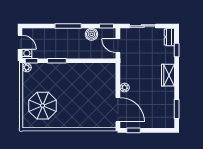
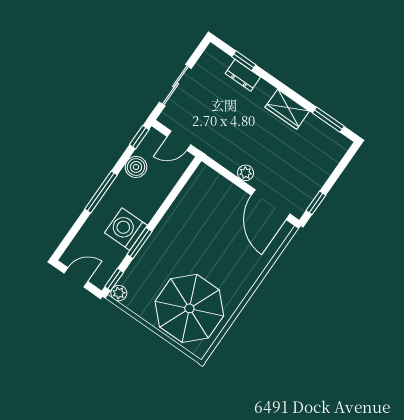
dresser: (169, 37) -> (243, 75), moved
washing machine: (27, 54) -> (126, 229), moved, width x1.89, depth x1.89
wardrobe: (168, 75) -> (287, 109), moved
parasol: (43, 106) -> (189, 308), width x1.36, depth x1.36
door: (118, 110) -> (271, 205), swing flipped

